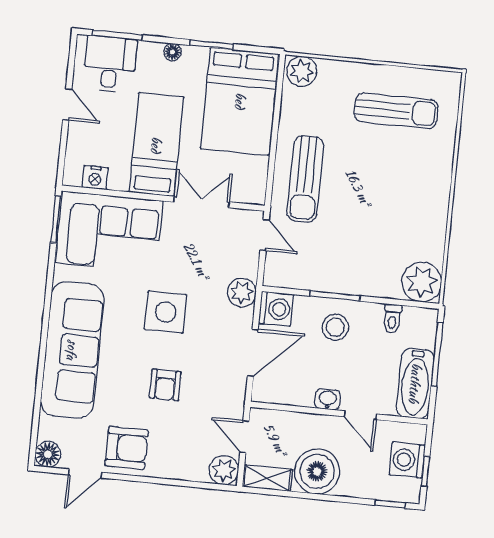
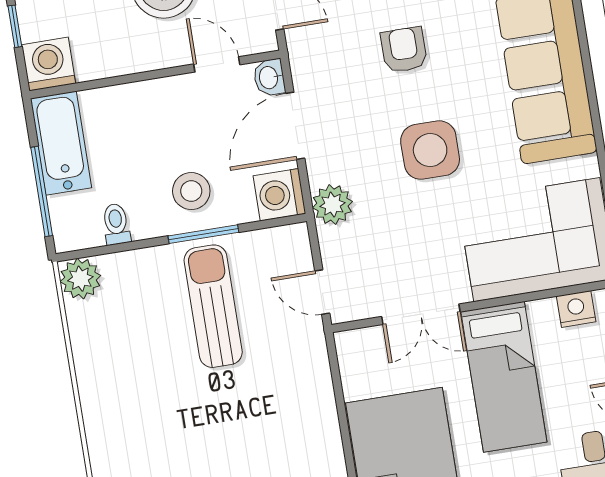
sun lounger: (305, 179) -> (213, 306), moved
plant: (422, 282) -> (80, 279), width x0.73, depth x0.73
washbasin: (328, 399) -> (269, 77), moved, turned 90
door: (360, 415) -> (217, 64), moved
washing machine: (407, 460) -> (49, 64), moved, turned -90

